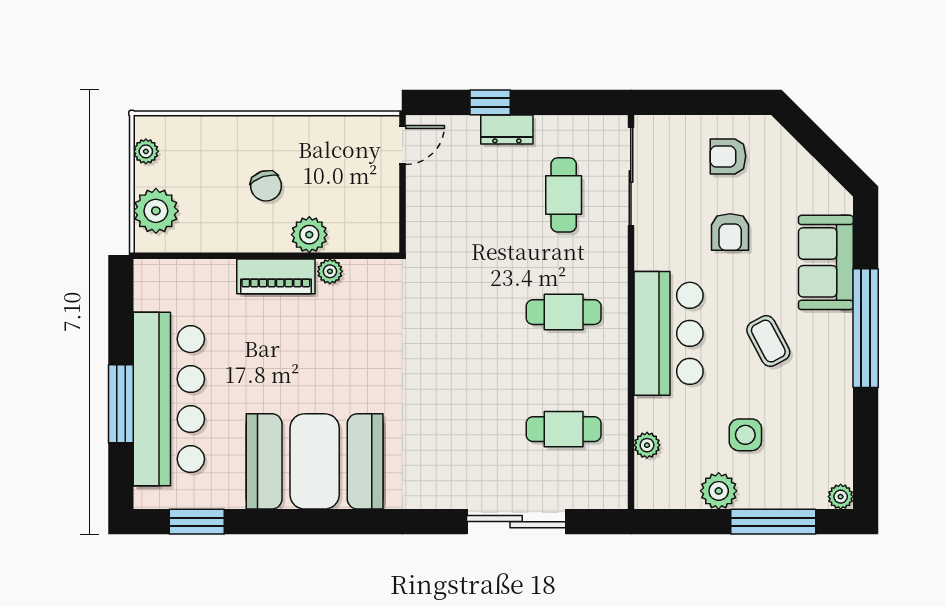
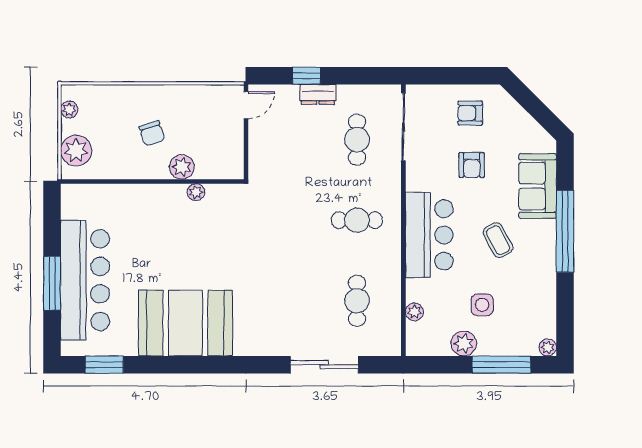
piano: (276, 276) -> (159, 196), removed
cafe table: (564, 429) -> (357, 301), turned 90

